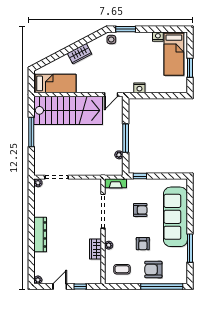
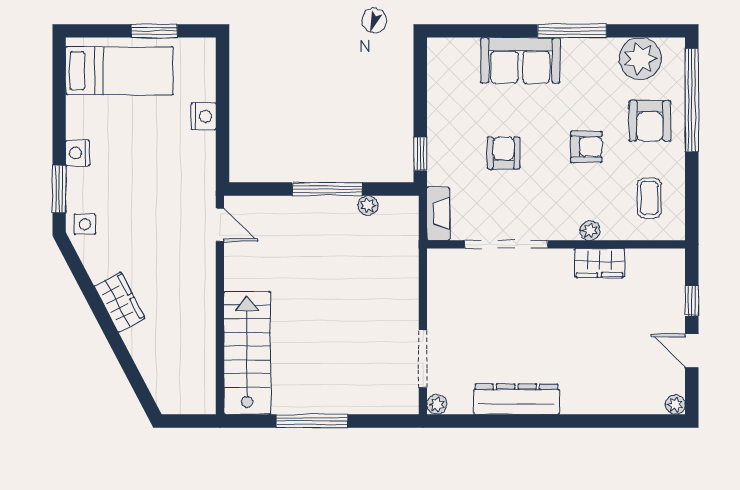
nightstand: (158, 37) -> (78, 153), moved
bed: (55, 83) -> (193, 363), removed
nightstand: (139, 88) -> (204, 116), moved
stairs: (68, 110) -> (247, 353), width x0.73, depth x0.66
sofa: (175, 217) -> (520, 60), width x0.54, depth x0.79
dresser: (40, 234) -> (516, 399), moved
window: (190, 248) -> (572, 31), moved
plant: (179, 266) -> (640, 59), added

